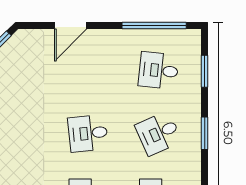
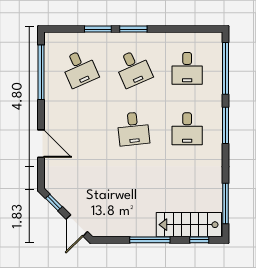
desk: (159, 70) -> (79, 68), turned -30
window: (205, 71) -> (98, 29), moved

